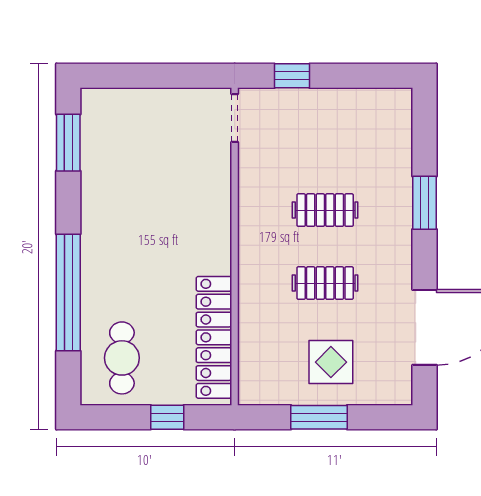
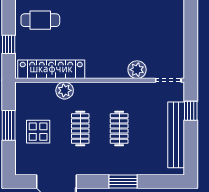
bench: (337, 103) -> (176, 135), added
plant: (215, 177) -> (137, 70), added
plant: (254, 312) -> (65, 90), added

